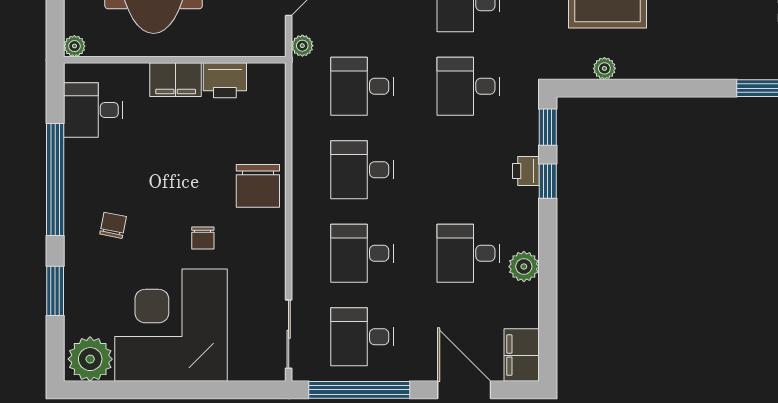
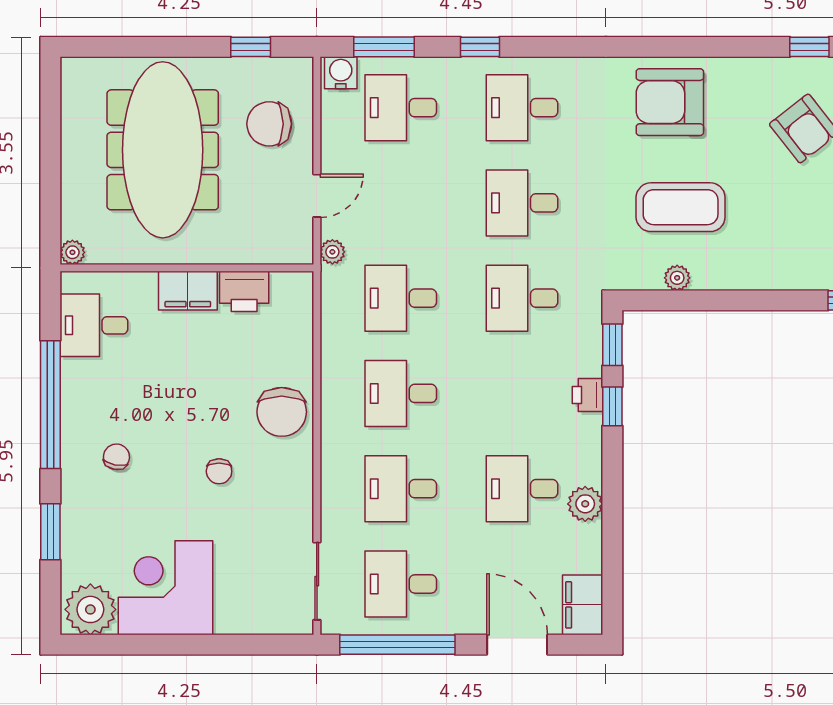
corner desk: (171, 325) -> (166, 588), width x0.74, depth x0.74

